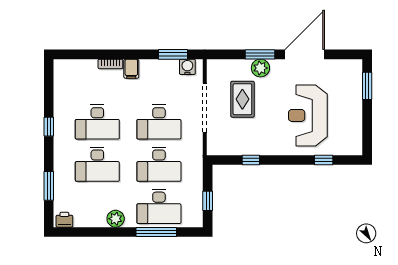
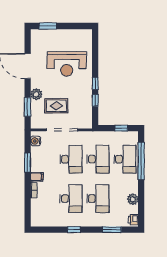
window: (173, 54) -> (28, 163), moved
window: (260, 54) -> (28, 107), moved
window: (324, 160) -> (95, 83), moved
plant: (116, 219) -> (133, 199), moved
window: (156, 232) -> (141, 161), width x1.46

